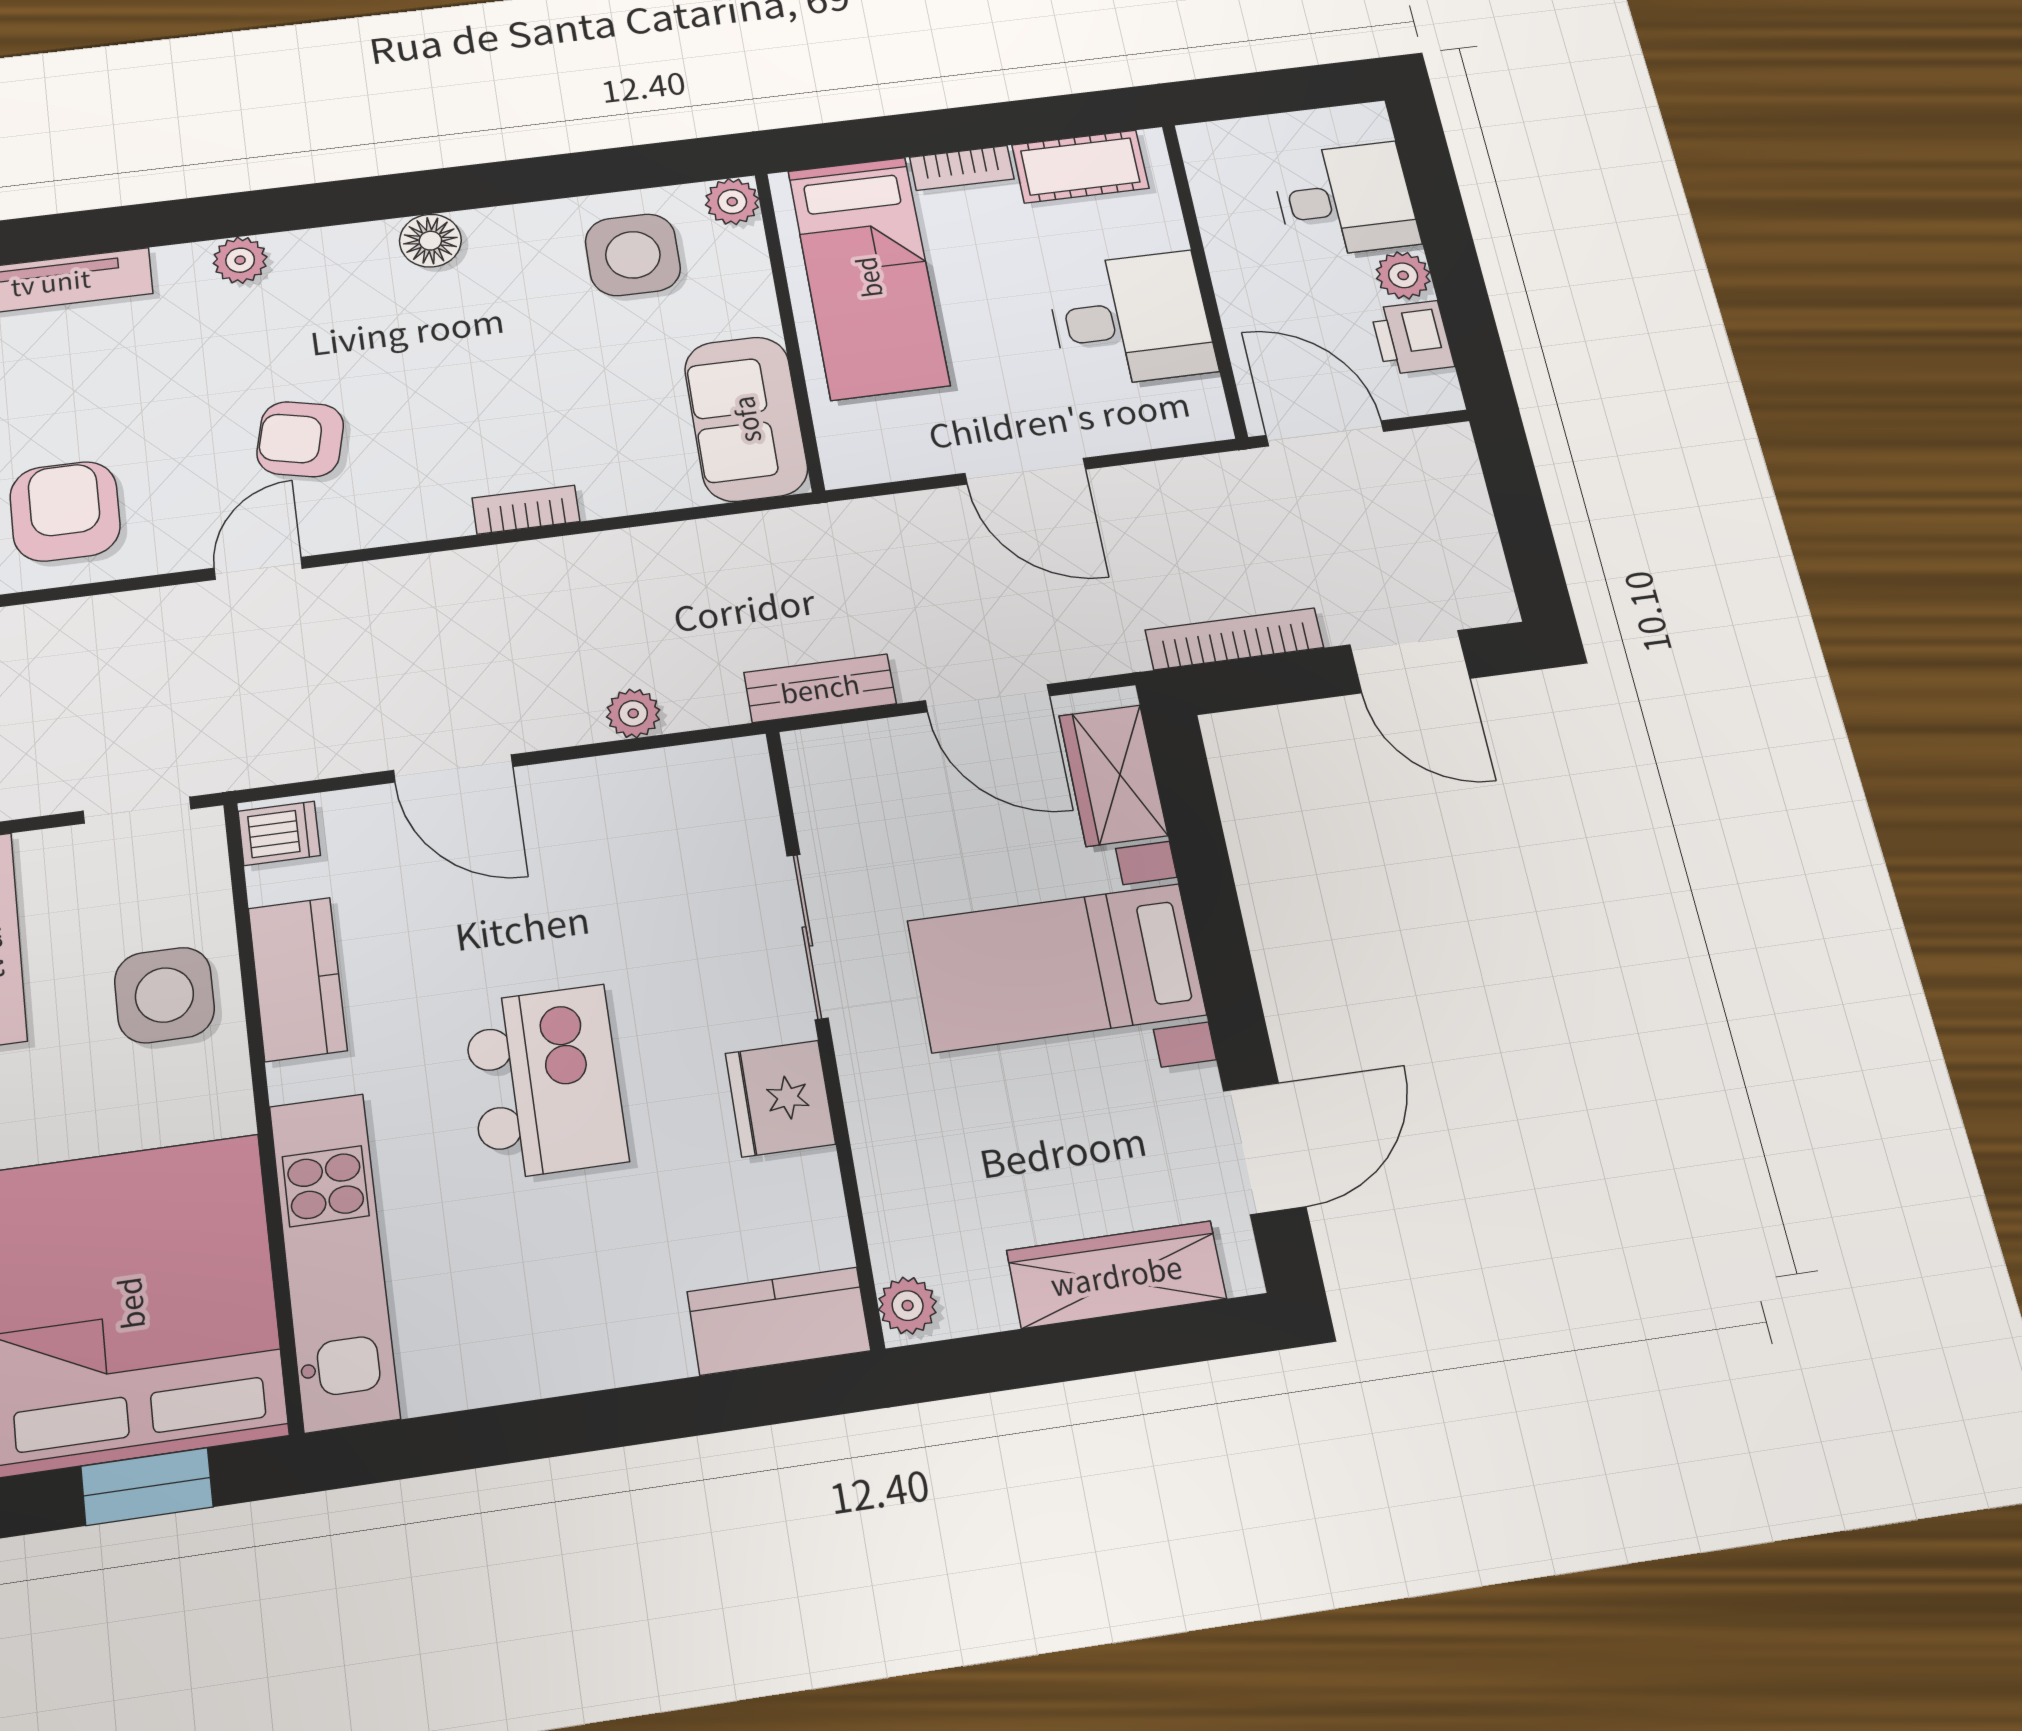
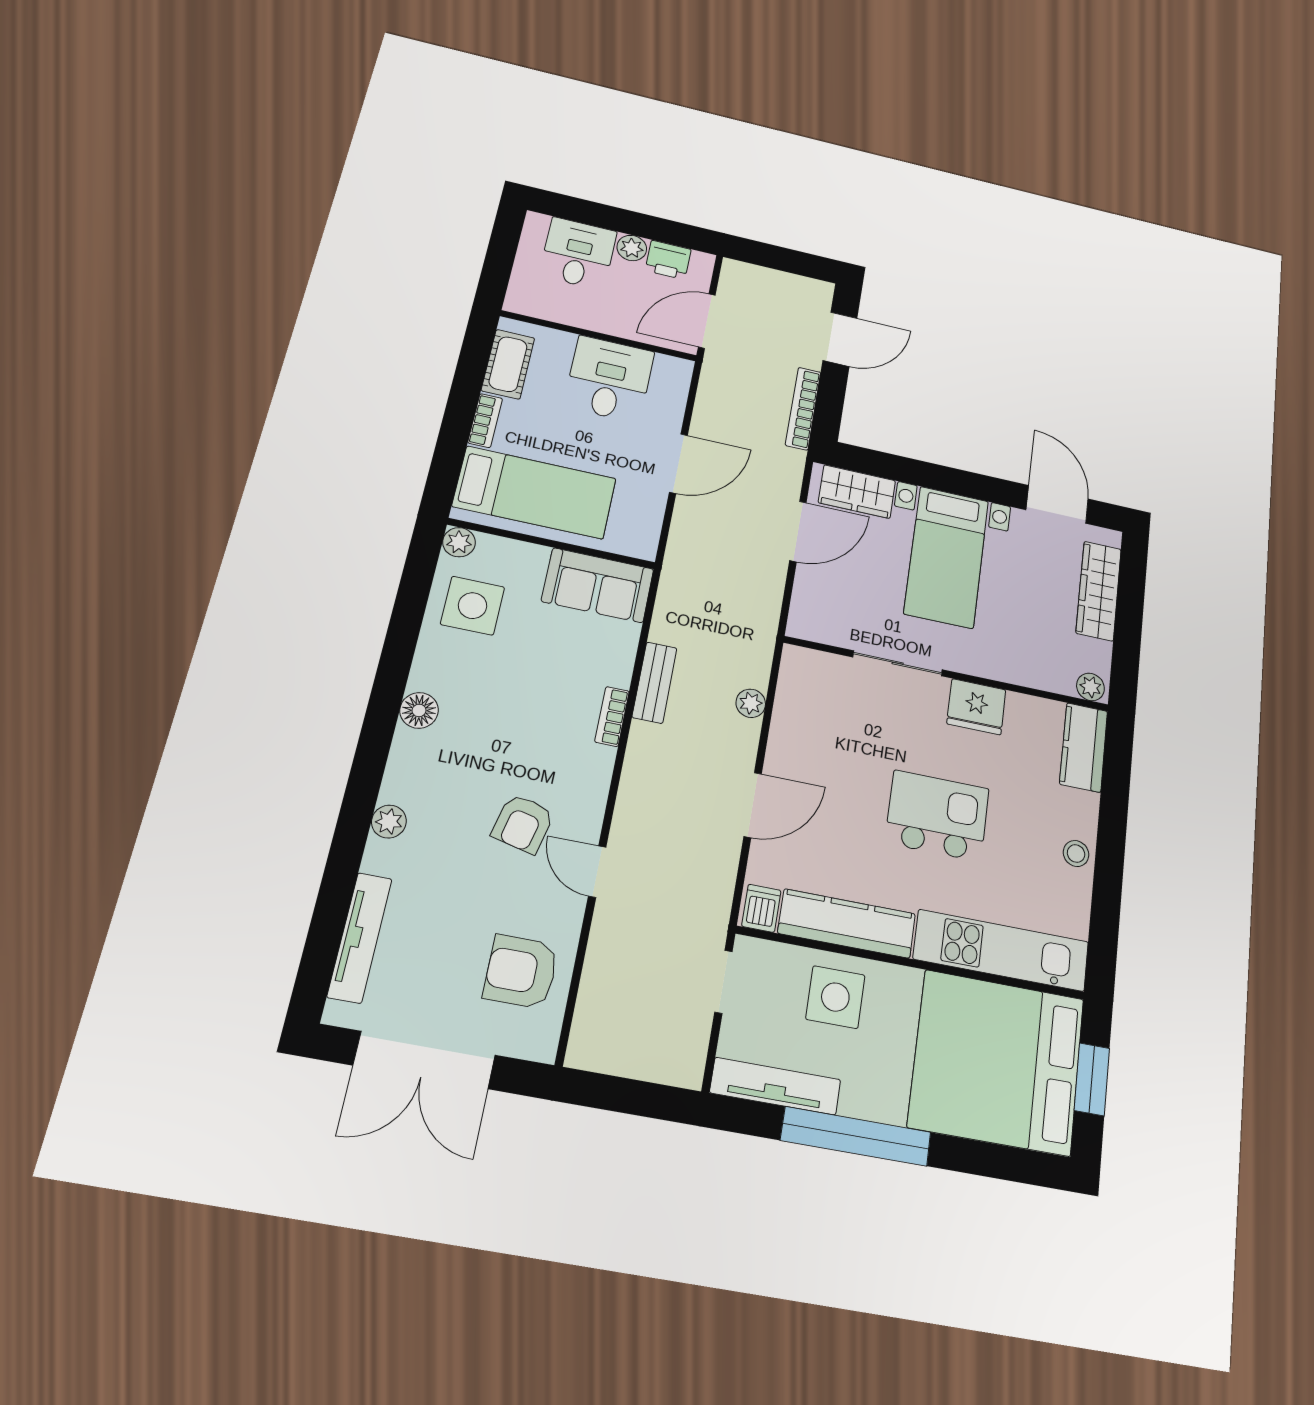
bench: (820, 688) -> (655, 683), moved
kitchen counter: (298, 979) -> (847, 923), width x1.50
stool: (563, 1356) -> (1076, 854), added

